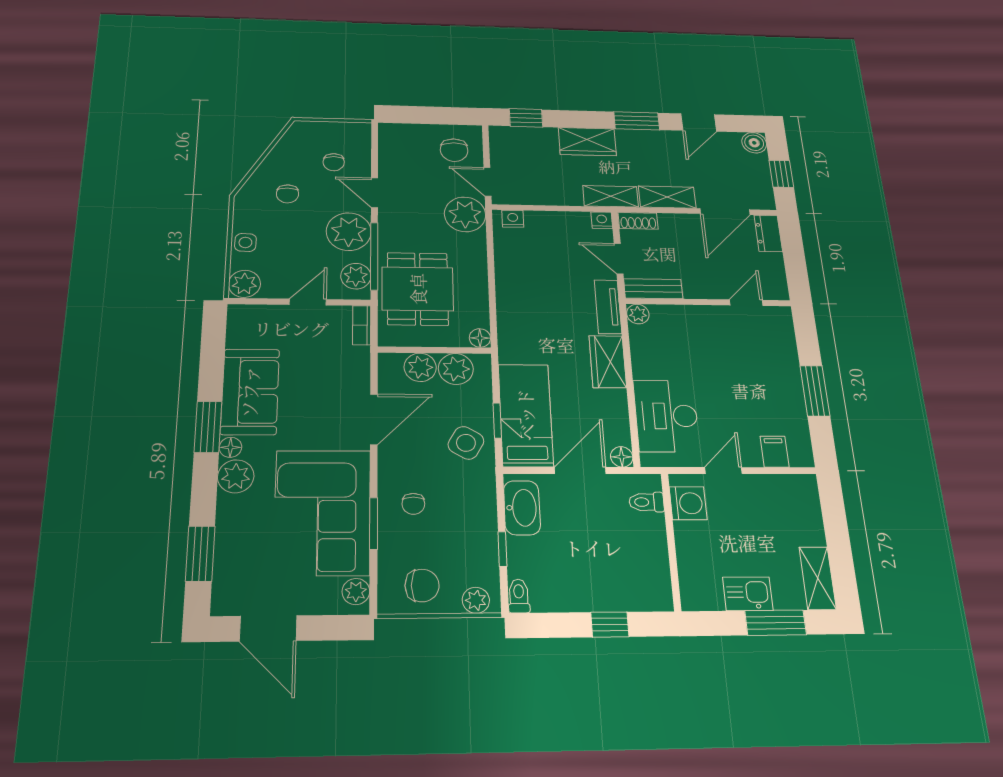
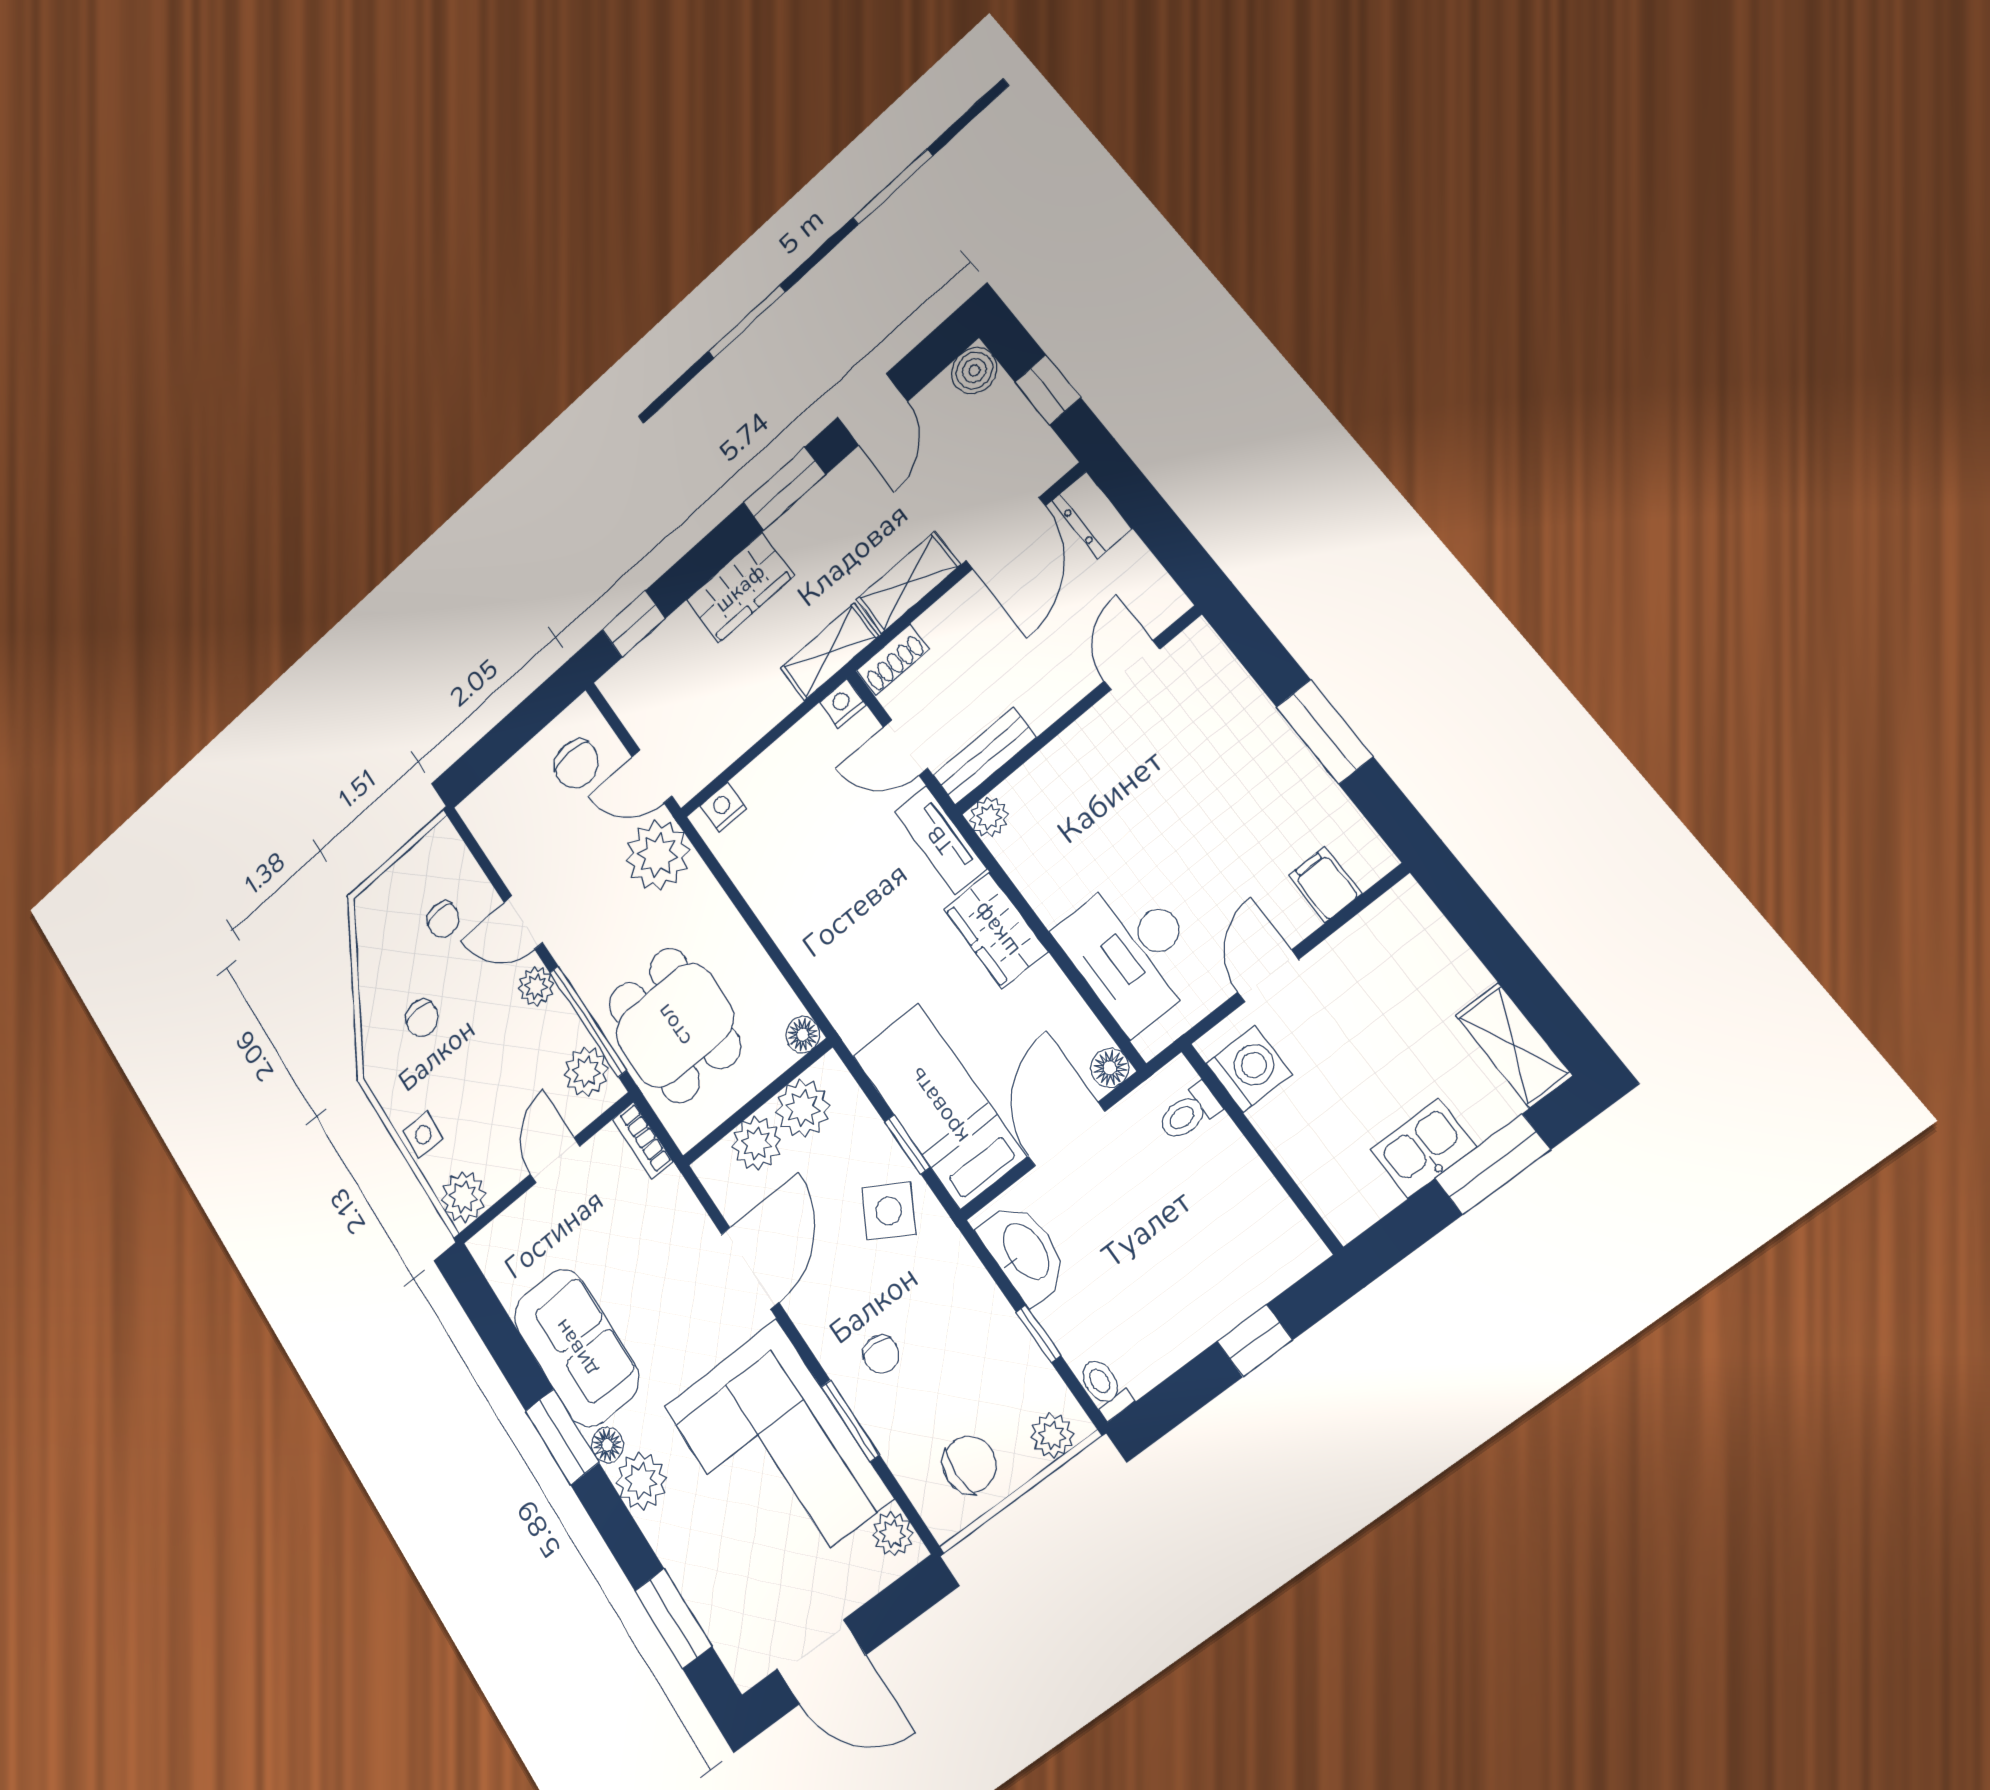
plant: (349, 232) -> (536, 986), width x0.53, depth x0.53

